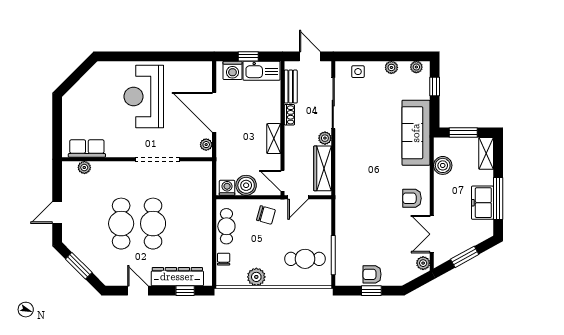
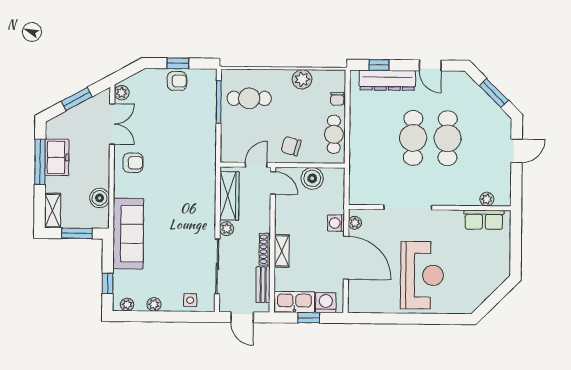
shoe rack: (289, 115) -> (265, 249), width x1.43
shelving: (274, 139) -> (282, 251), moved
washing machine: (227, 188) -> (336, 223), moved, turned 90

